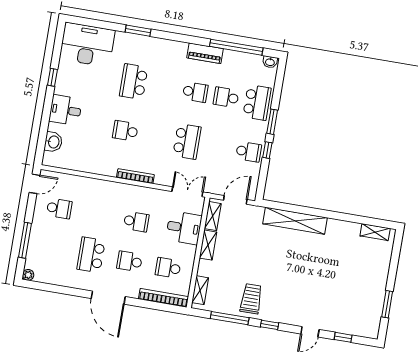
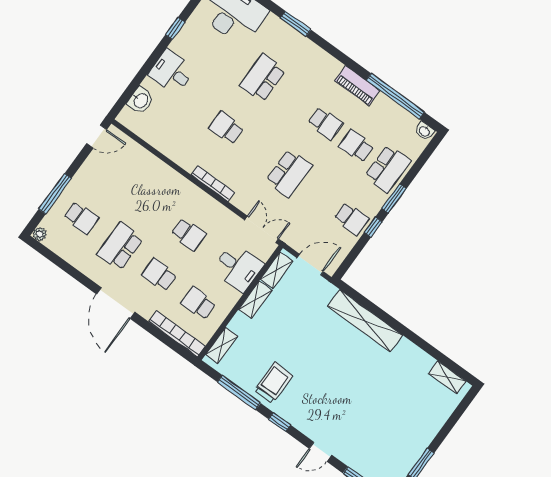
school desk: (59, 209) -> (81, 218), moved

